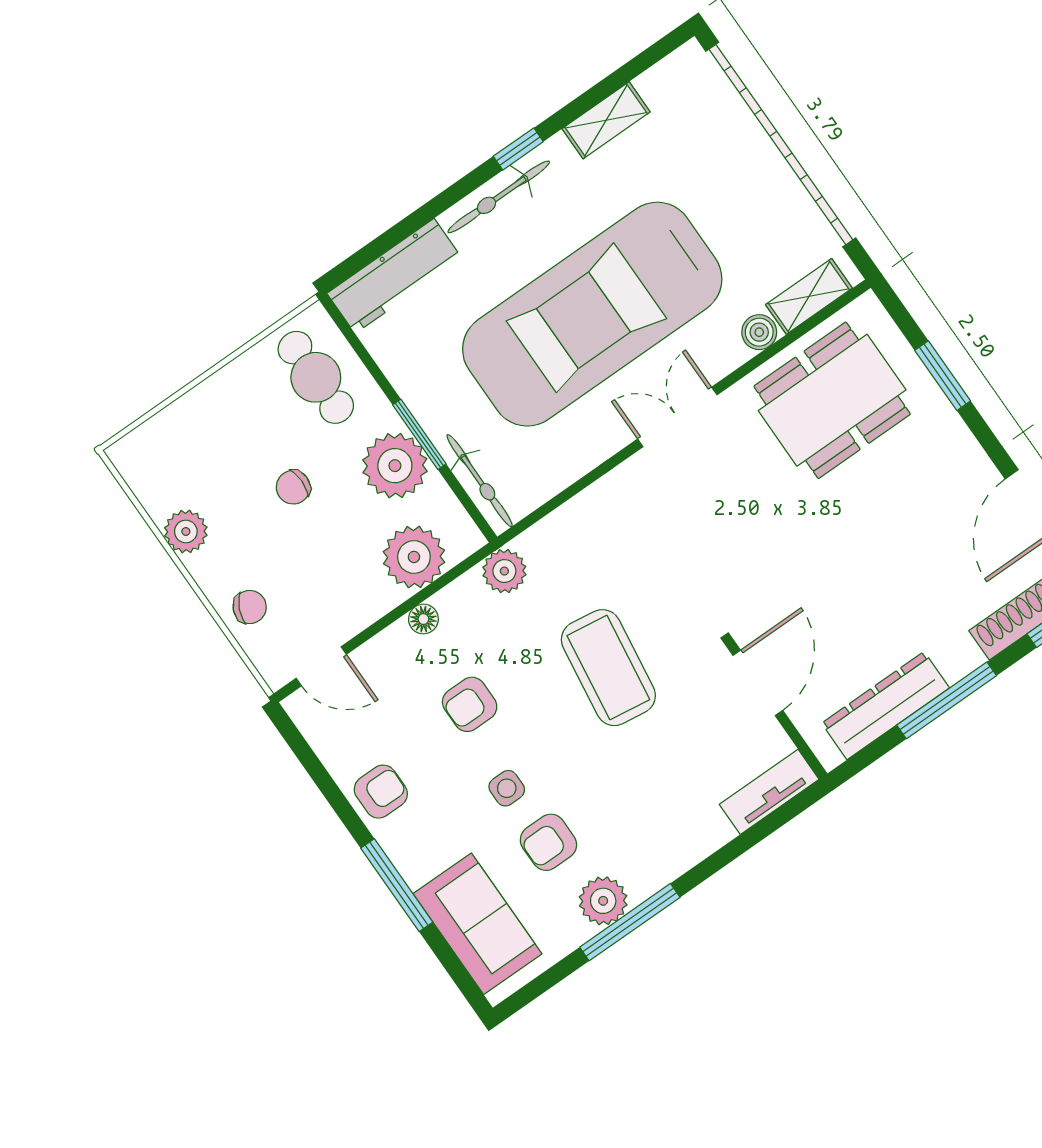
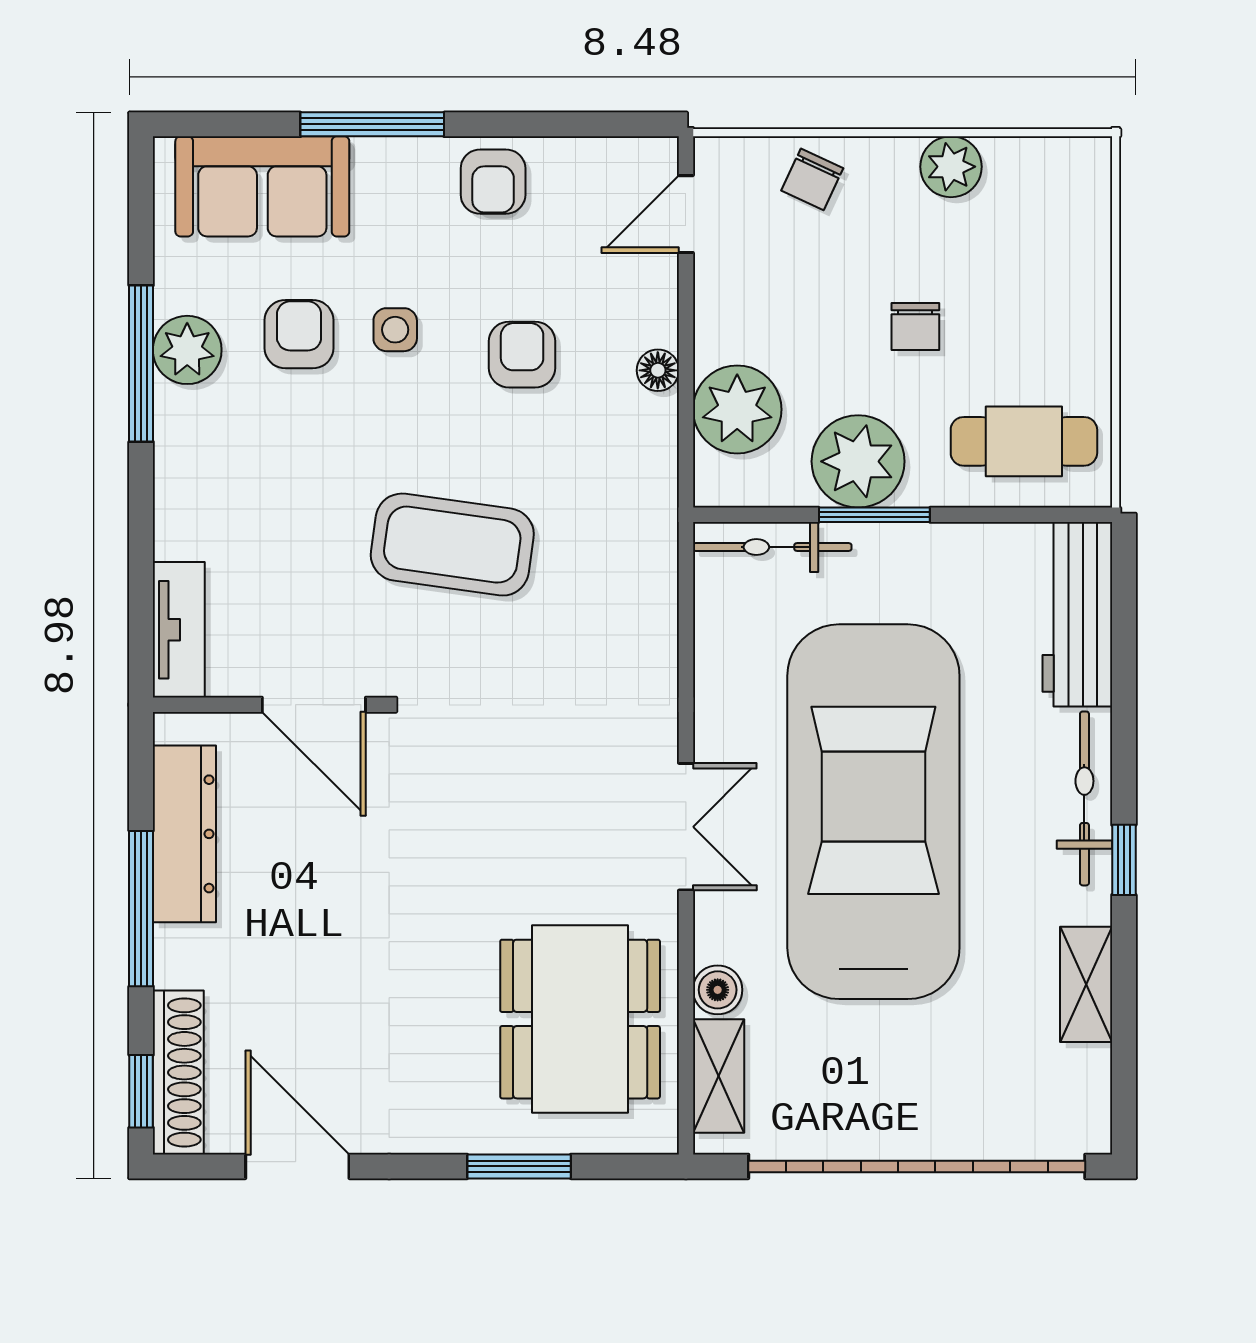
chair: (293, 487) -> (915, 326), turned 180
plant: (504, 571) -> (648, 503), removed

